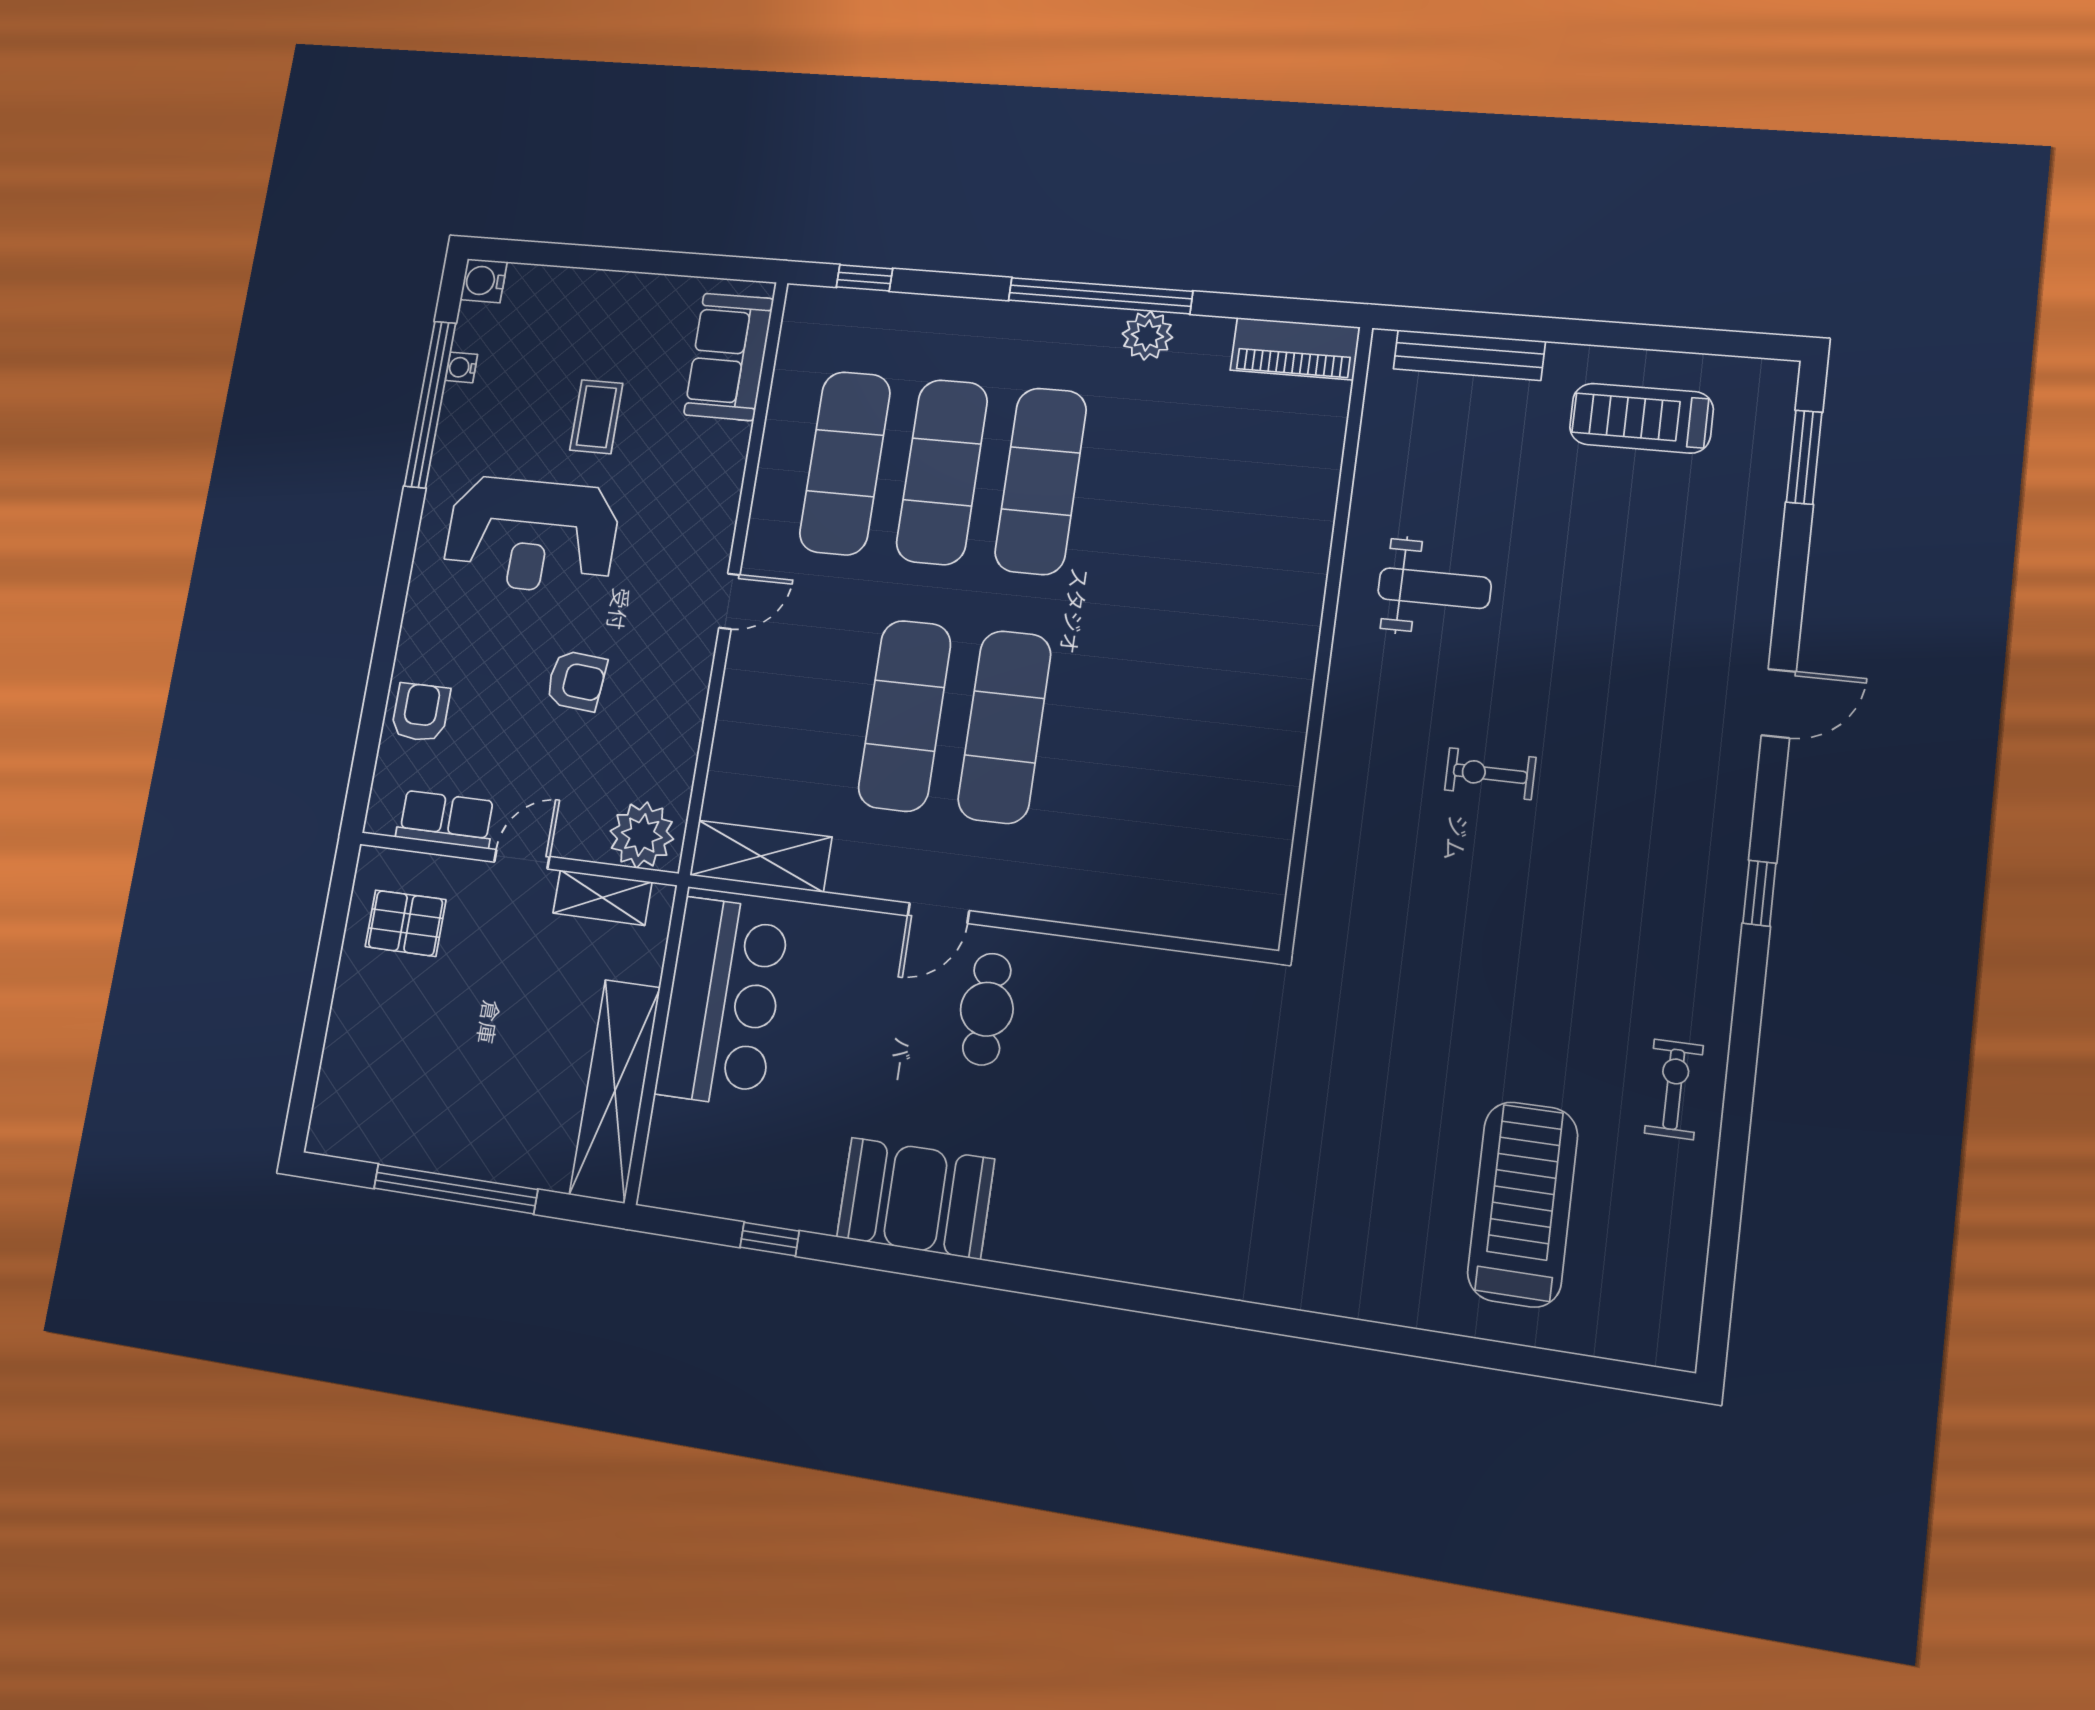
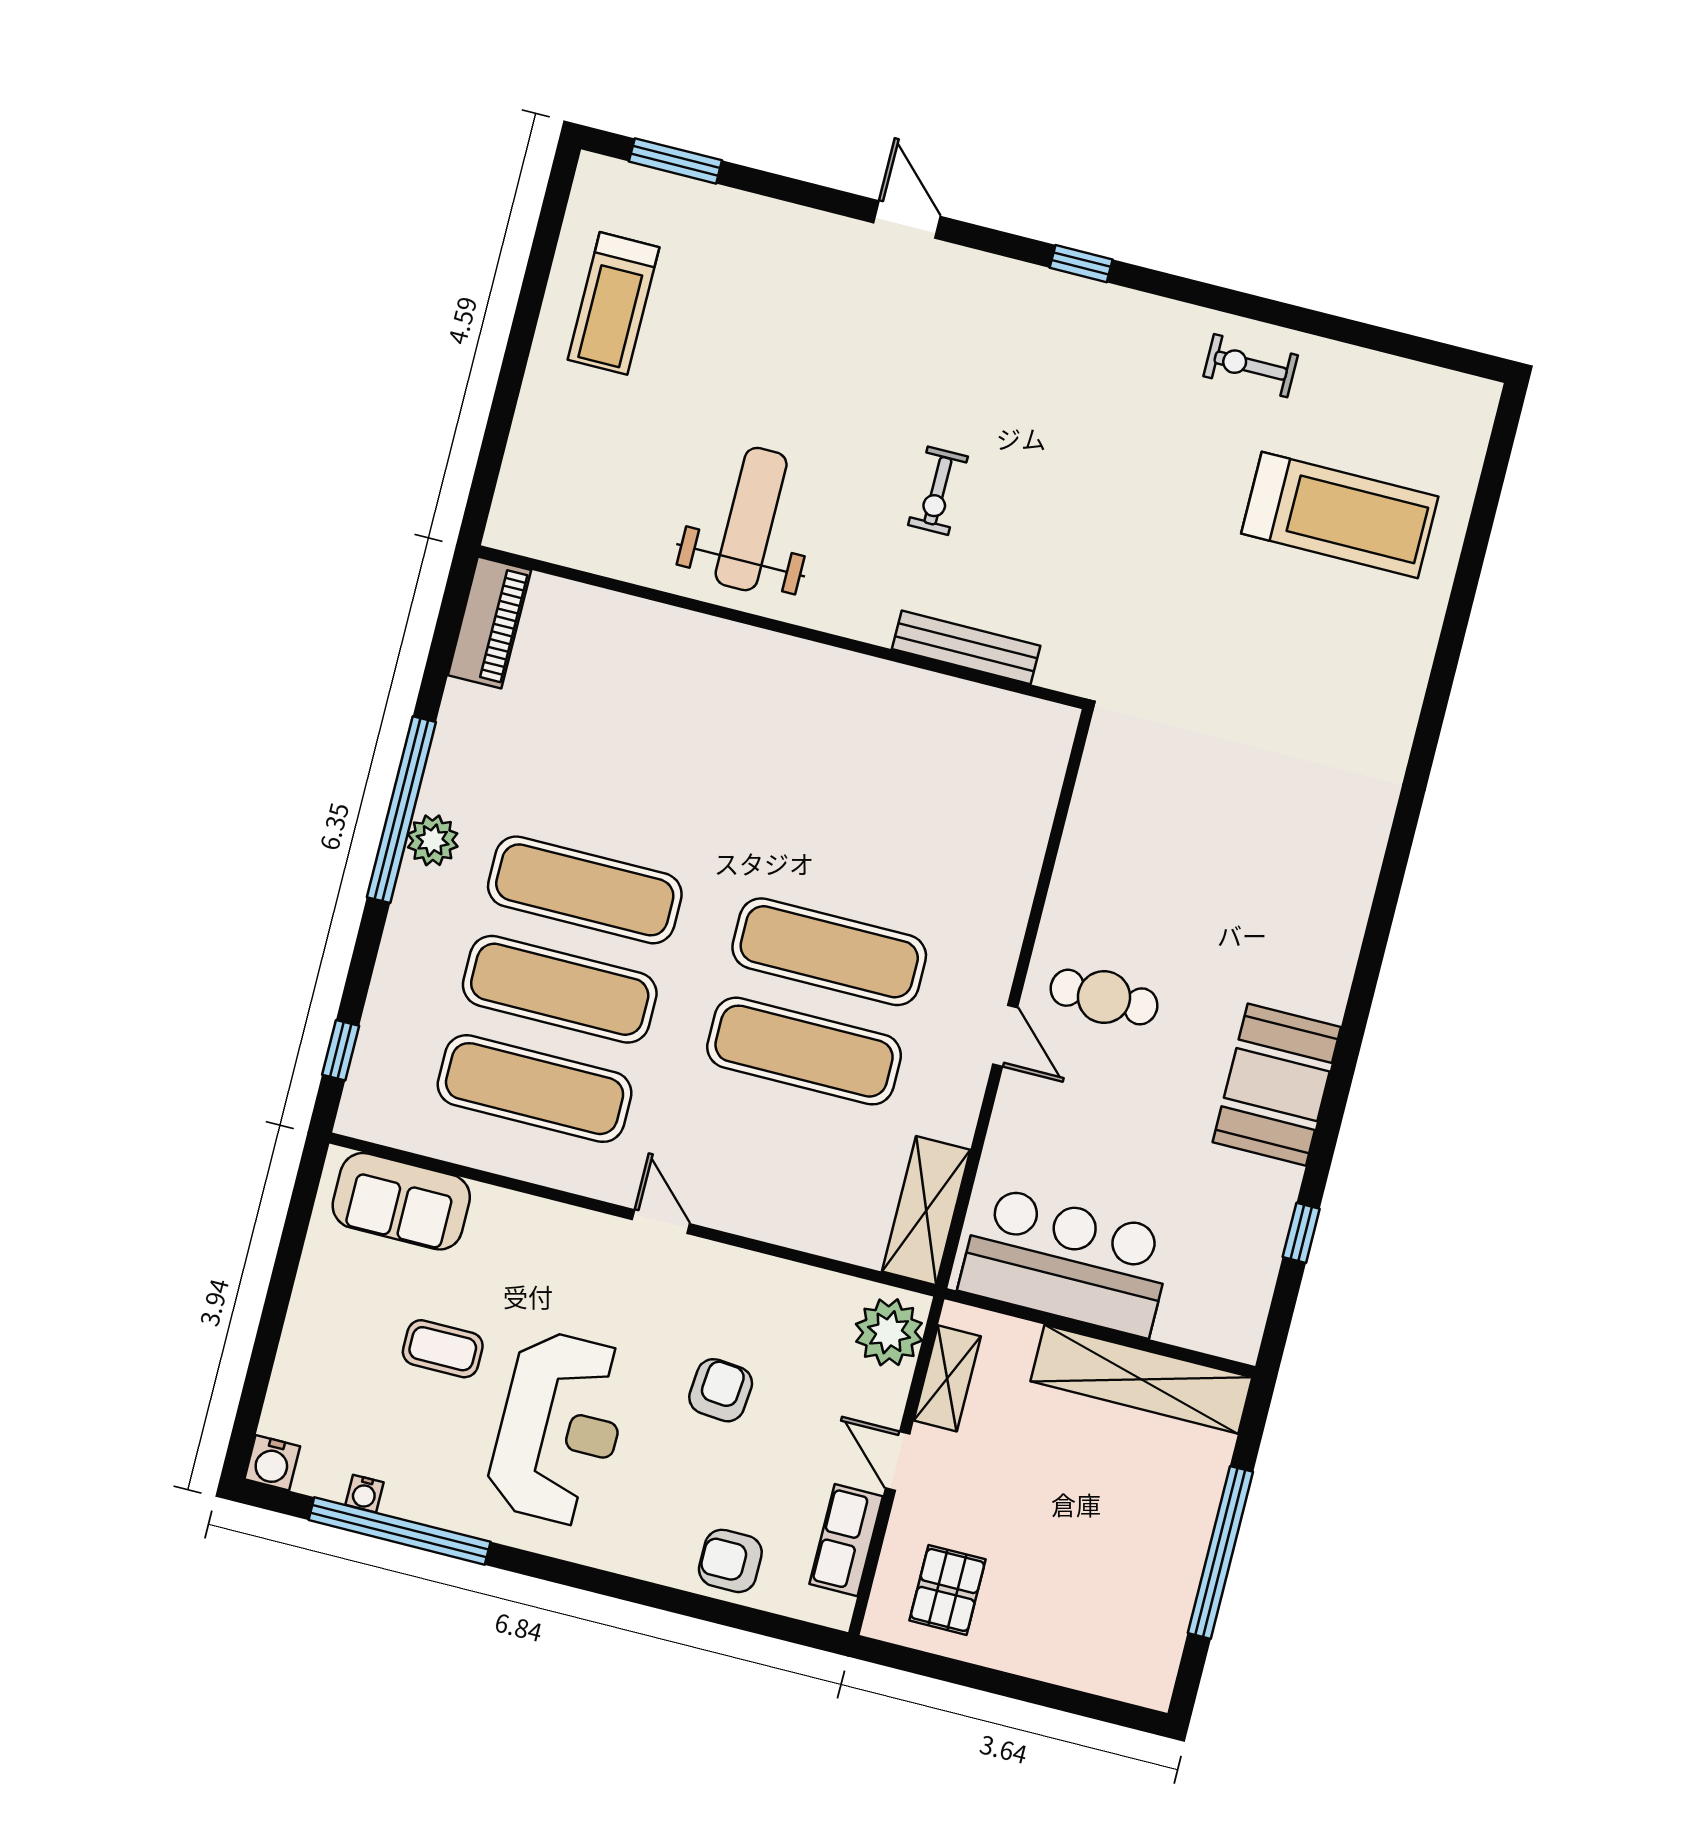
plant: (1147, 335) -> (433, 840), moved
bench: (1469, 355) -> (966, 647), moved, turned 90
weight bench: (1434, 588) -> (751, 519), width x1.36, depth x1.33
treadmill: (1523, 1204) -> (1340, 515), turned 180

